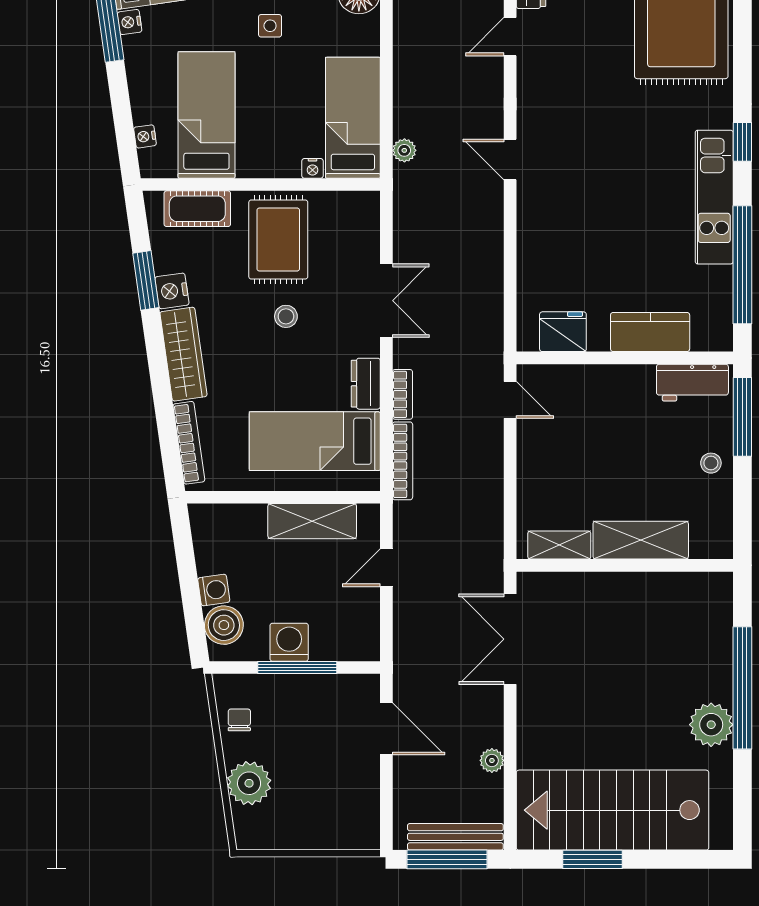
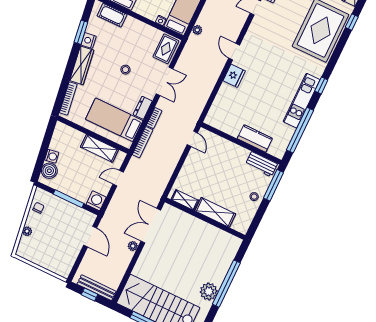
rug: (278, 240) -> (166, 49), moved, width x0.73, depth x0.70
fridge: (563, 332) -> (234, 76), moved, turned 90
washing machine: (289, 642) -> (96, 201), moved
plant: (492, 760) -> (133, 246), moved
plant: (249, 783) -> (27, 231), width x0.53, depth x0.53
window: (447, 859) -> (90, 294), width x0.46

